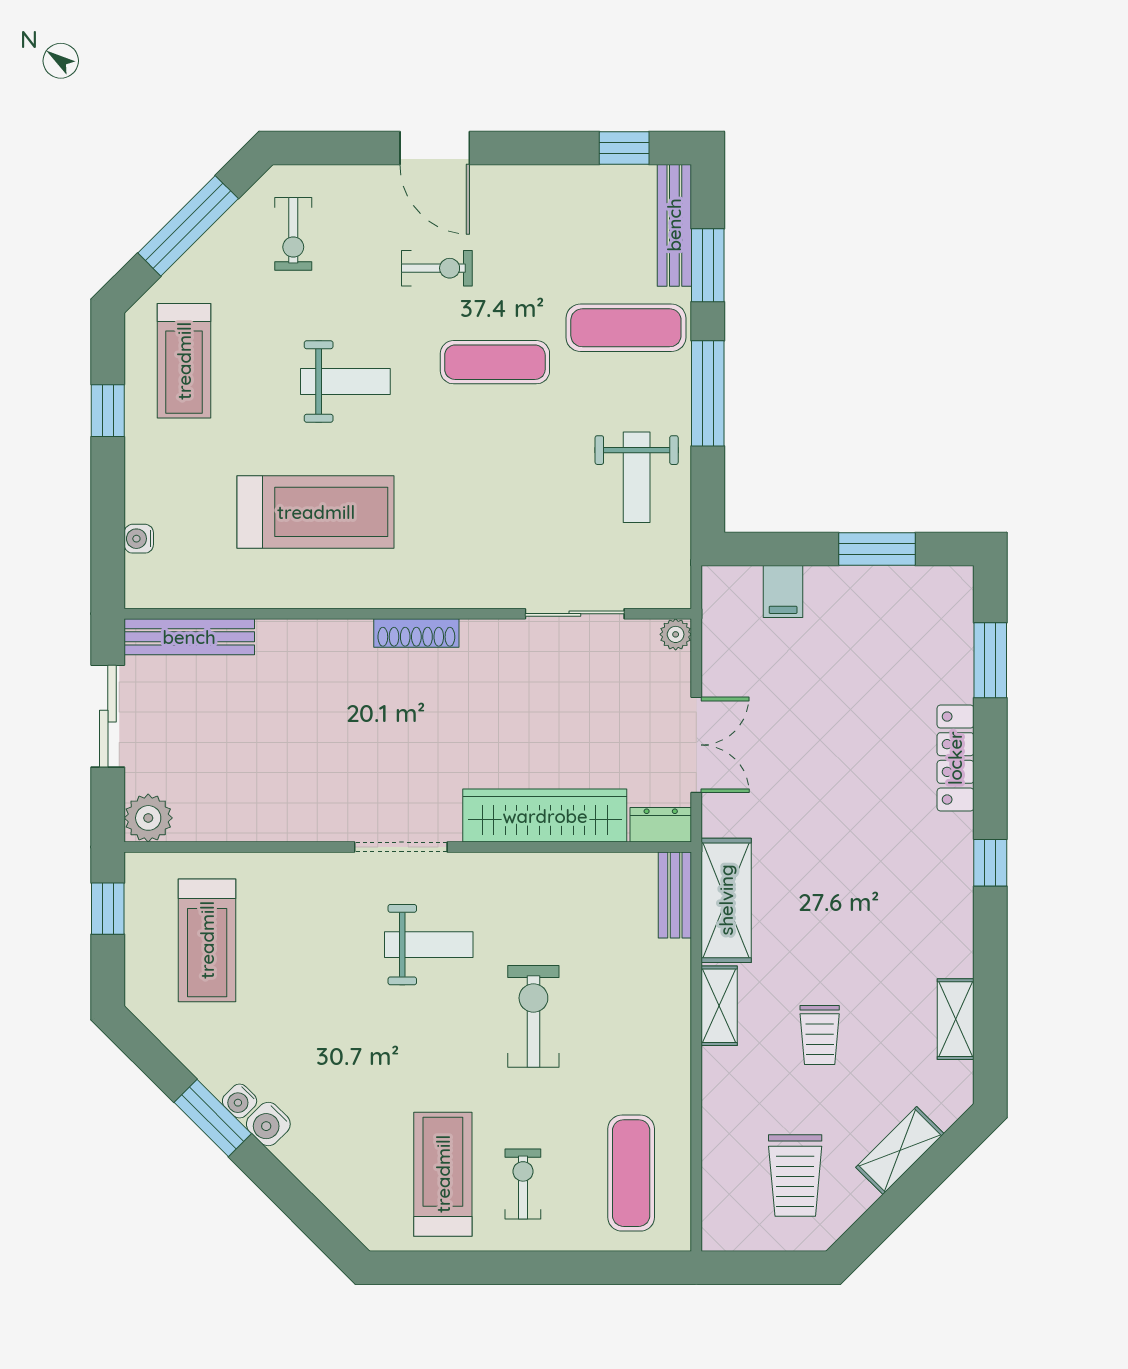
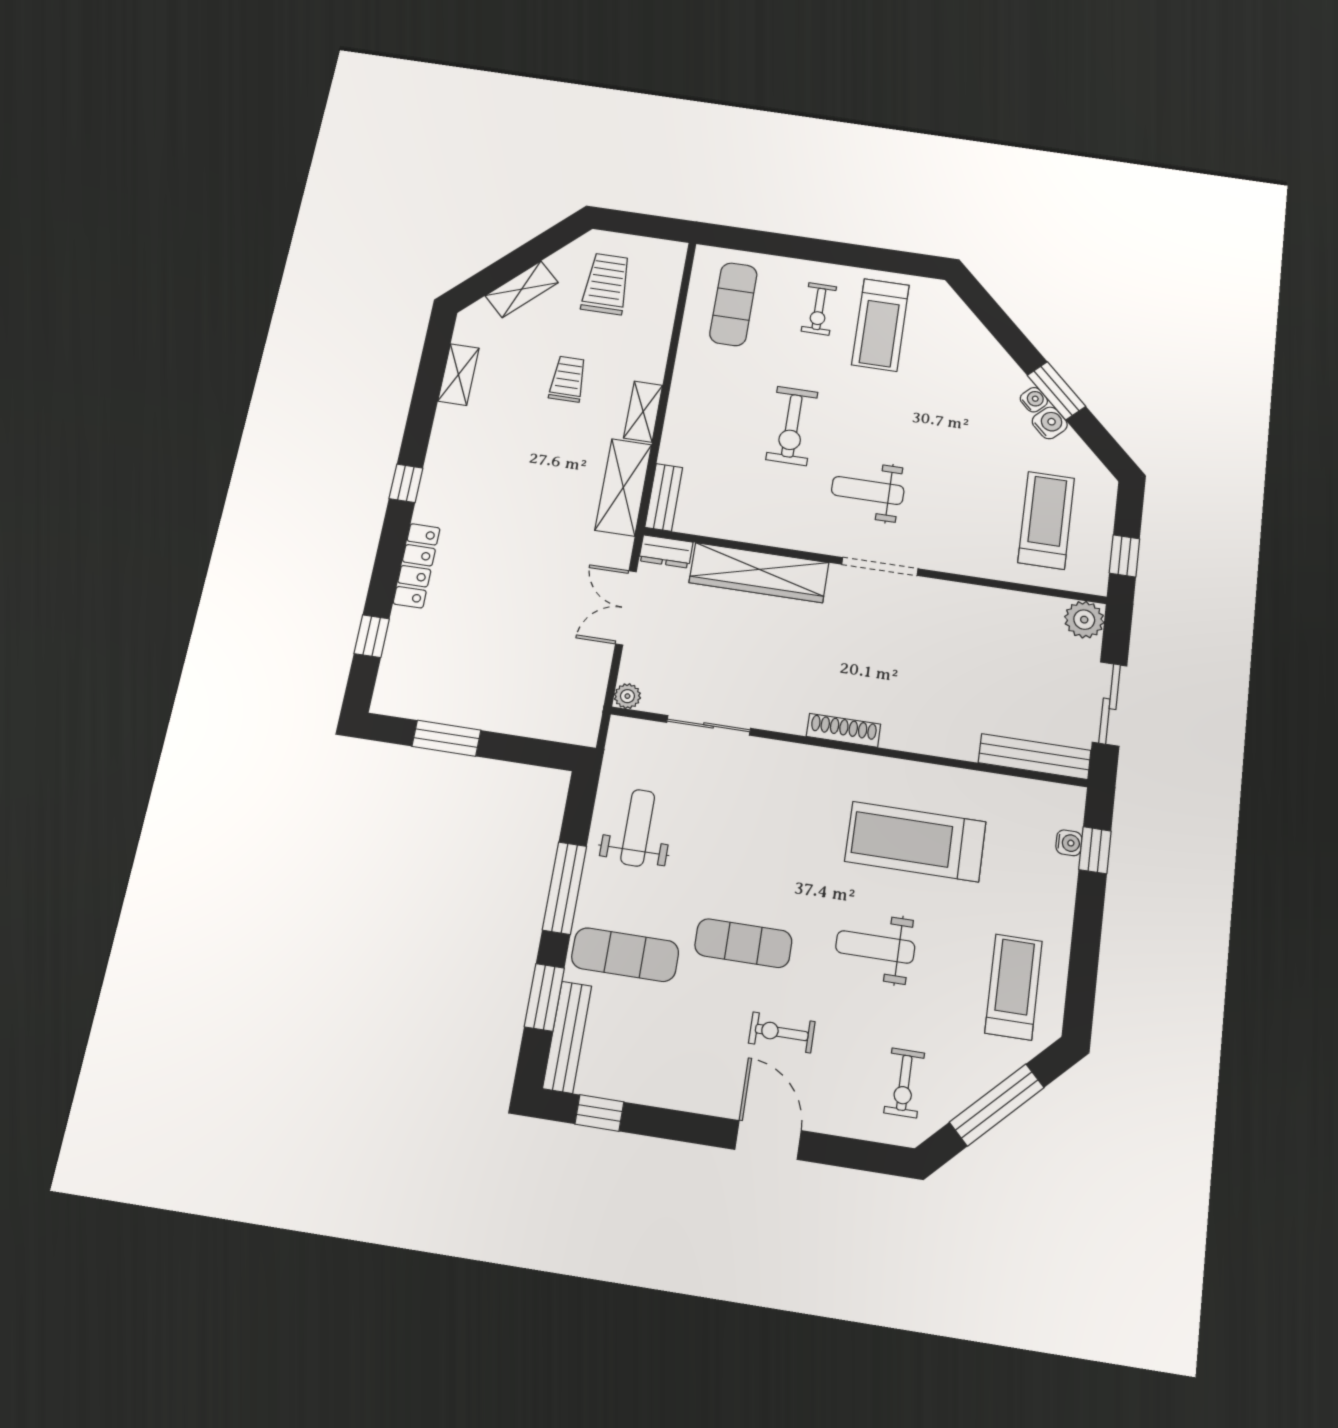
exercise bike: (293, 234) -> (904, 1083), turned 180
window: (108, 411) -> (1095, 850), moved
filing cabinet: (783, 592) -> (532, 716), removed
window: (990, 660) -> (372, 636), width x0.67
water cooler: (268, 1124) -> (1050, 423), moved

